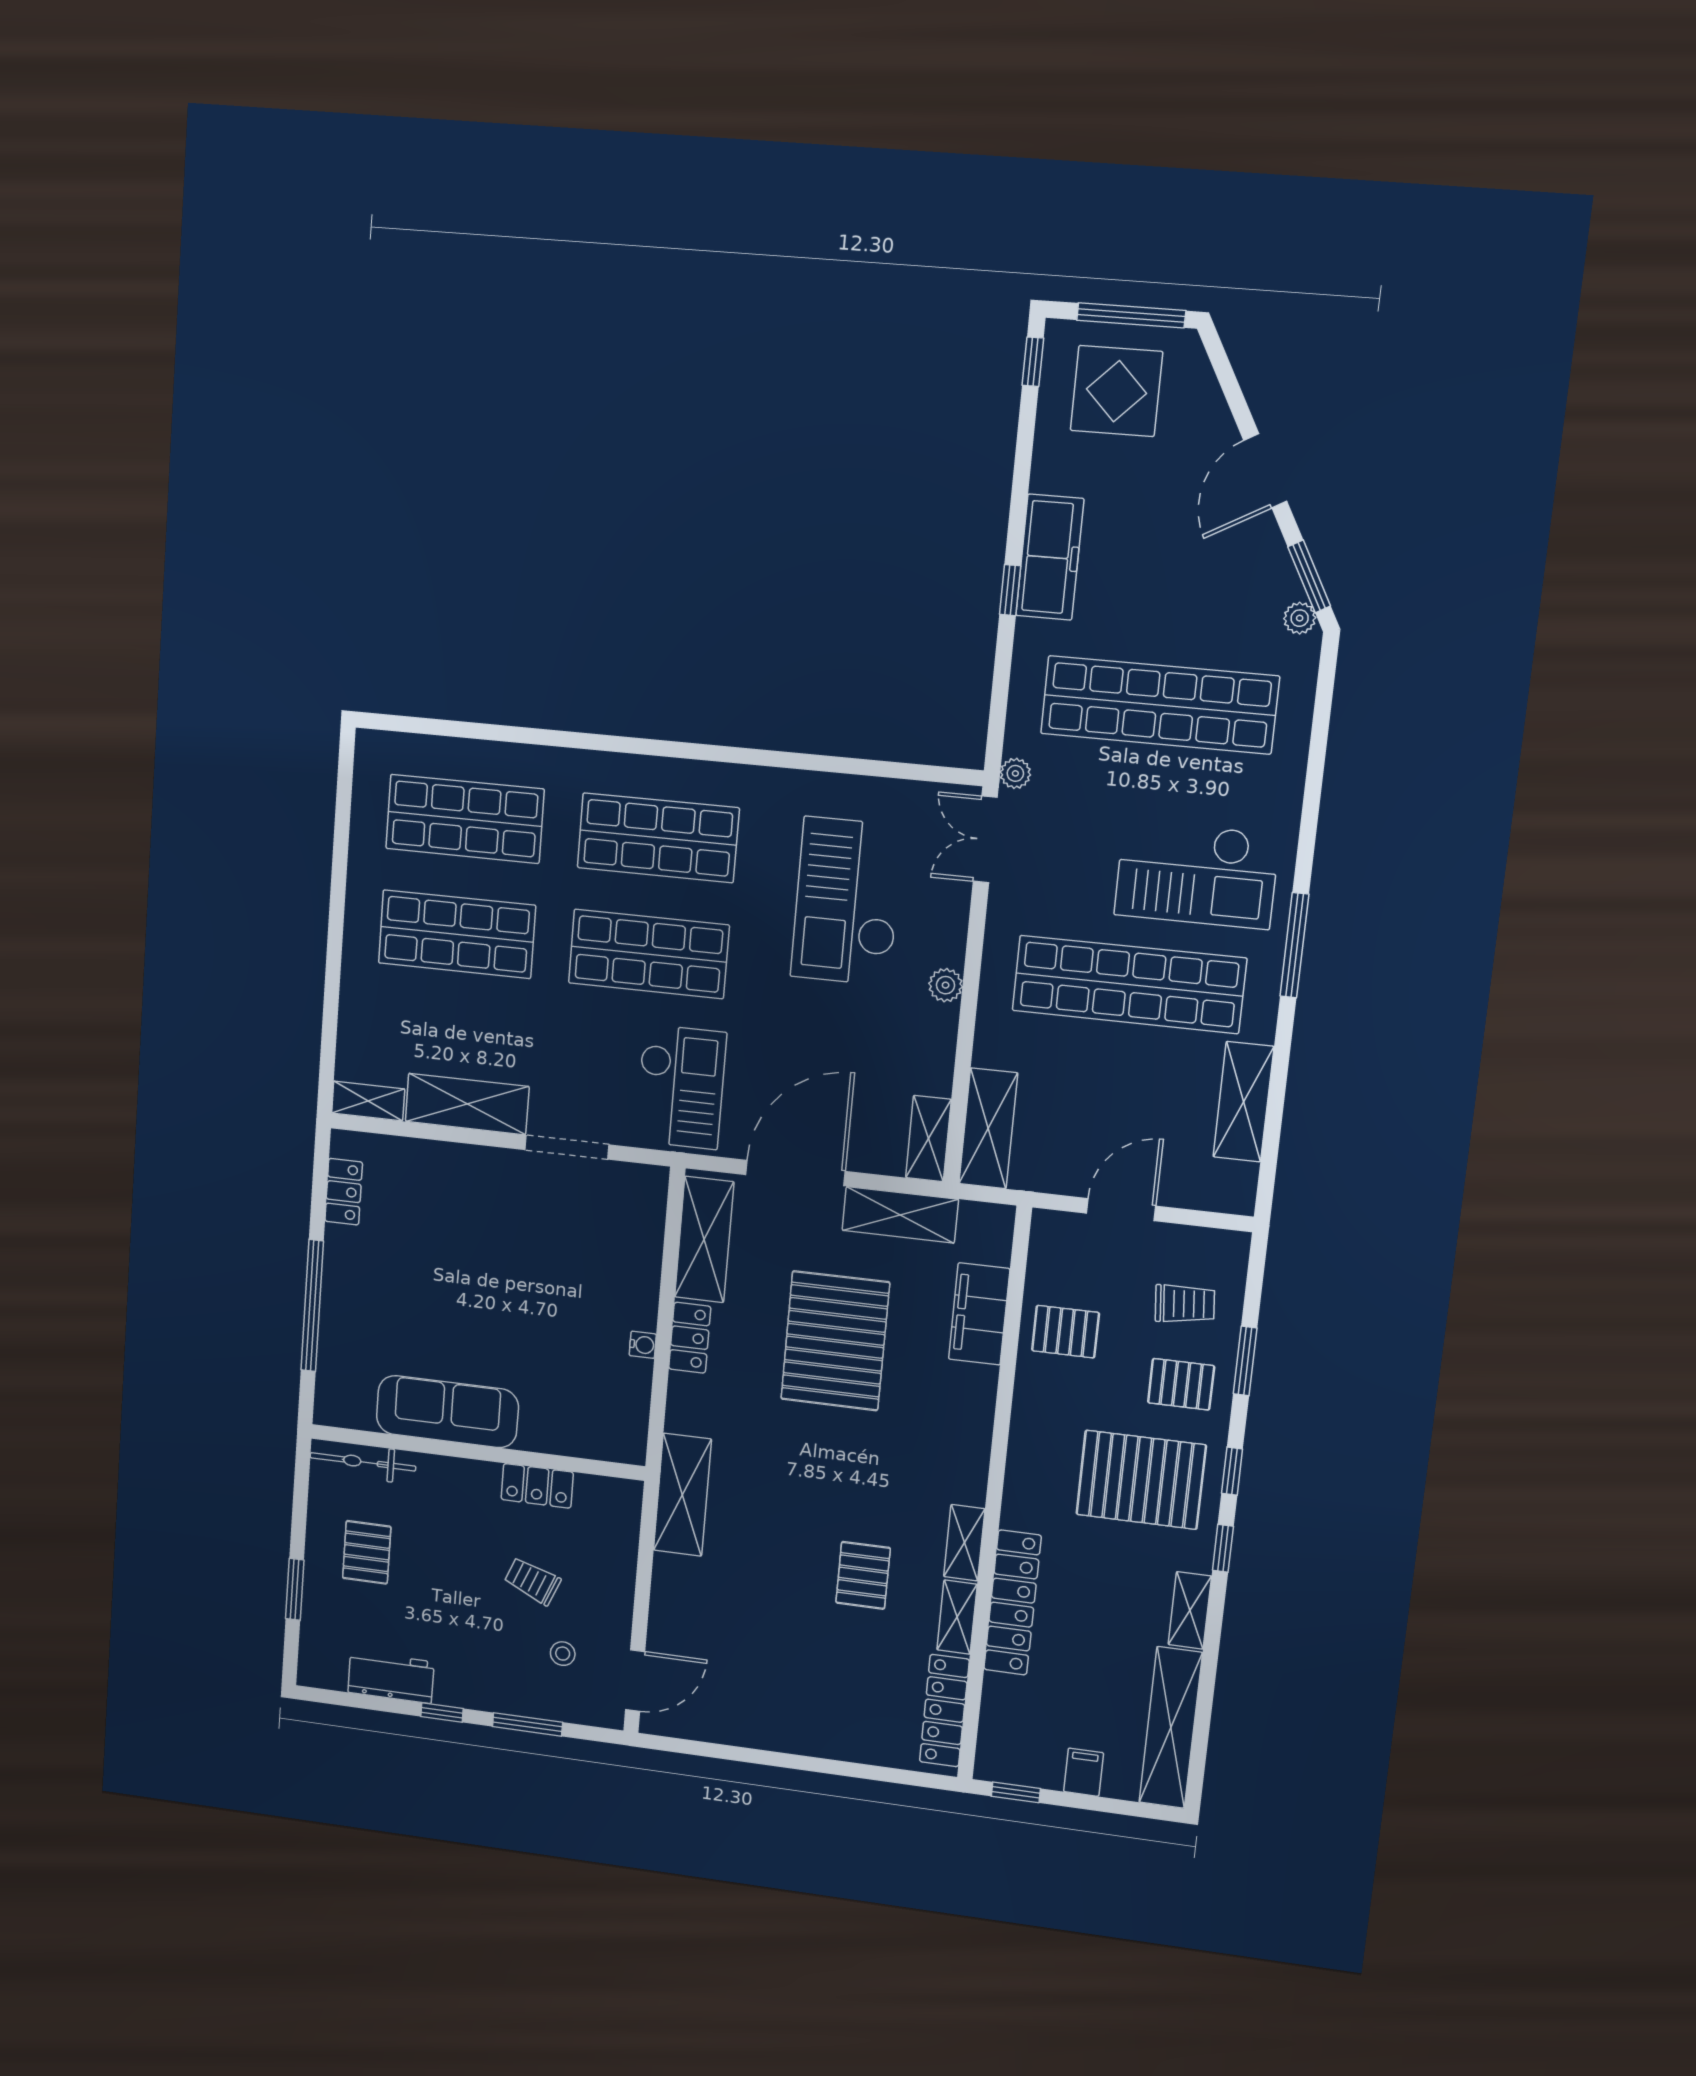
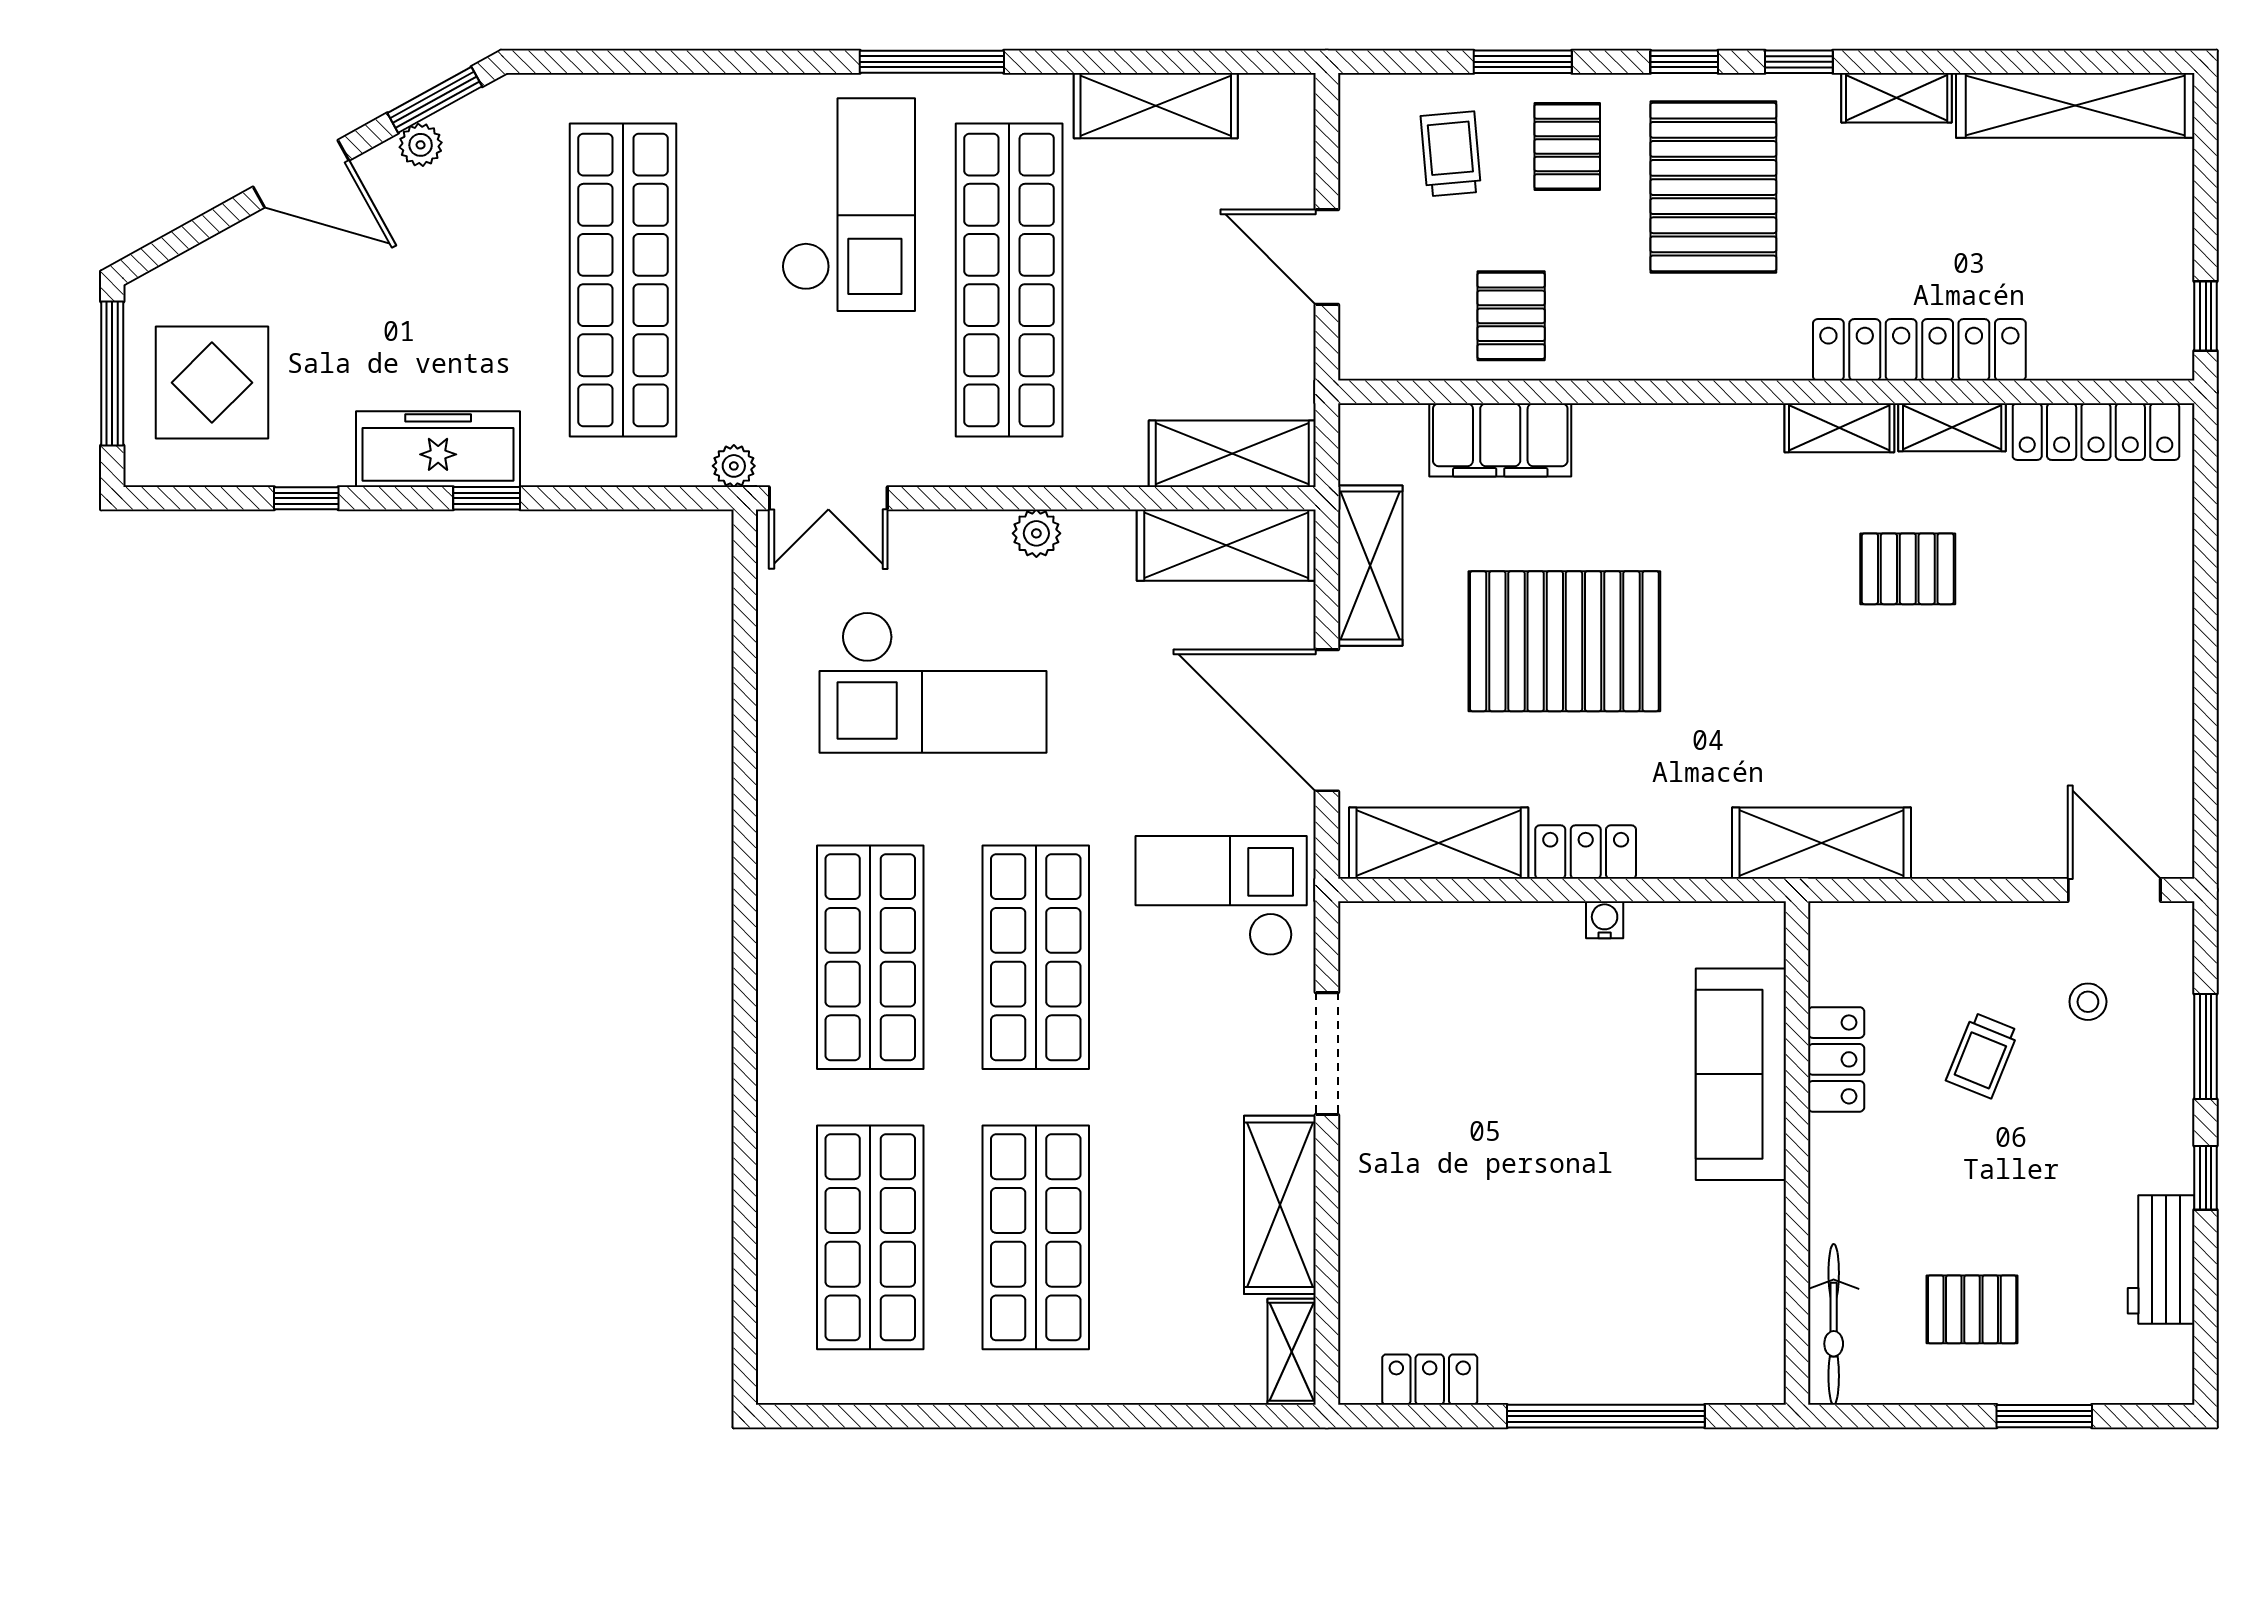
window: (1033, 362) -> (306, 498), moved
plant: (1300, 618) -> (421, 145), moved
shelving: (928, 1139) -> (1226, 545), width x1.50, depth x1.33
sofa: (447, 1412) -> (1741, 1074), moved
filing cabinet: (1084, 1772) -> (2160, 222), removed

